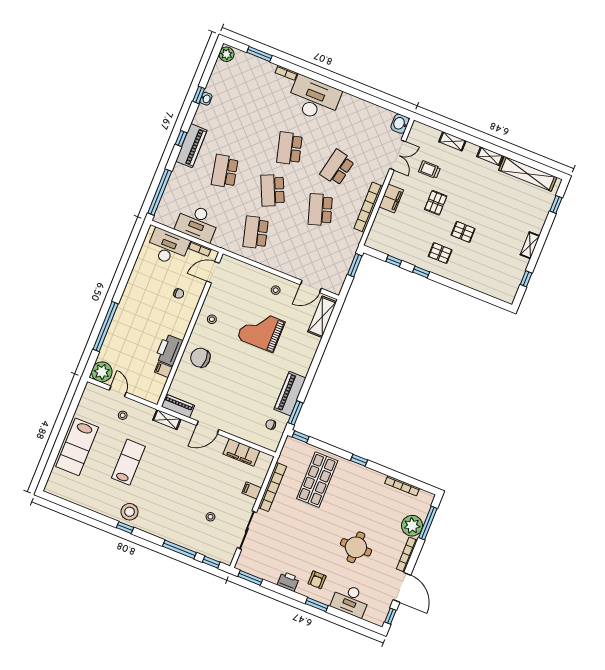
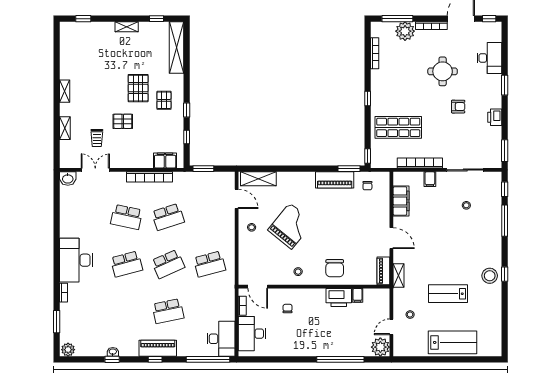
shelving: (528, 174) -> (177, 47), moved
filing cabinet: (391, 198) -> (165, 161), moved
desk: (197, 223) -> (221, 339), moved
pallet: (463, 232) -> (138, 88), width x1.50, depth x1.42
grand piano: (261, 330) -> (291, 226), turned -141
armchair: (317, 580) -> (458, 107), moved

